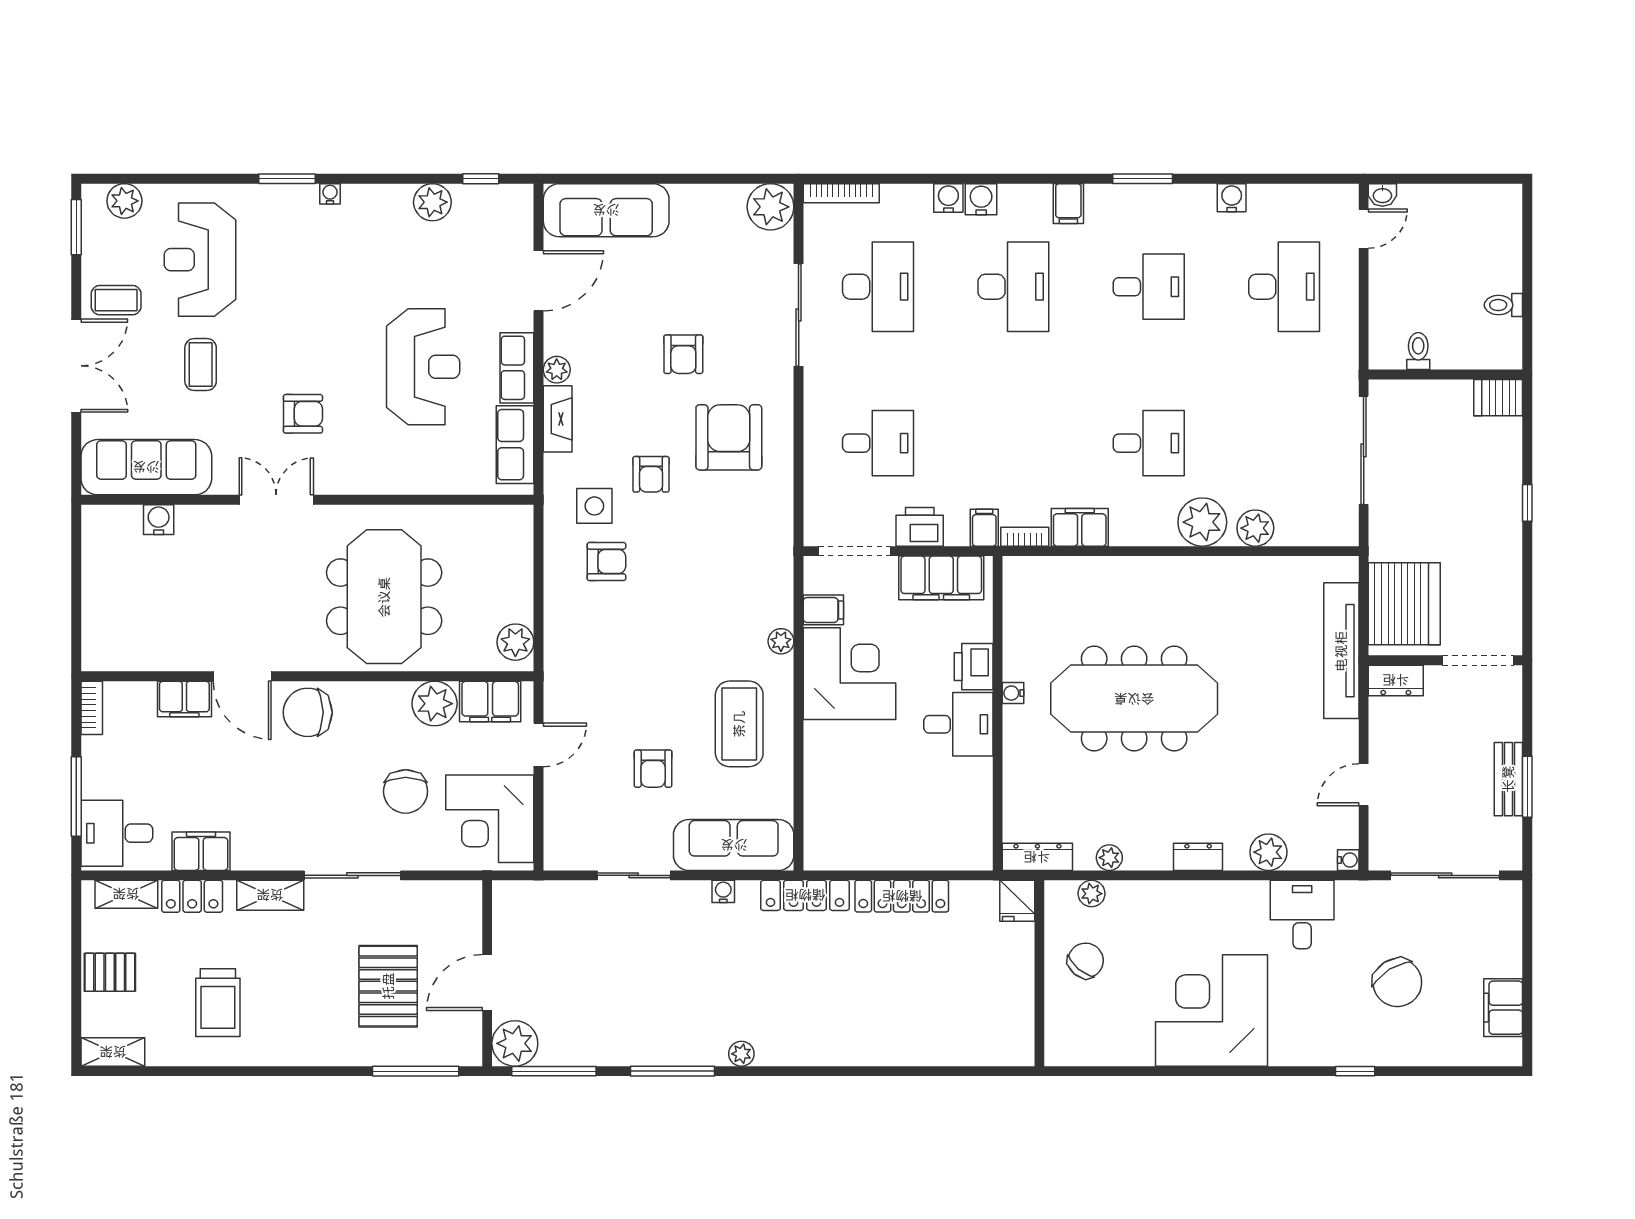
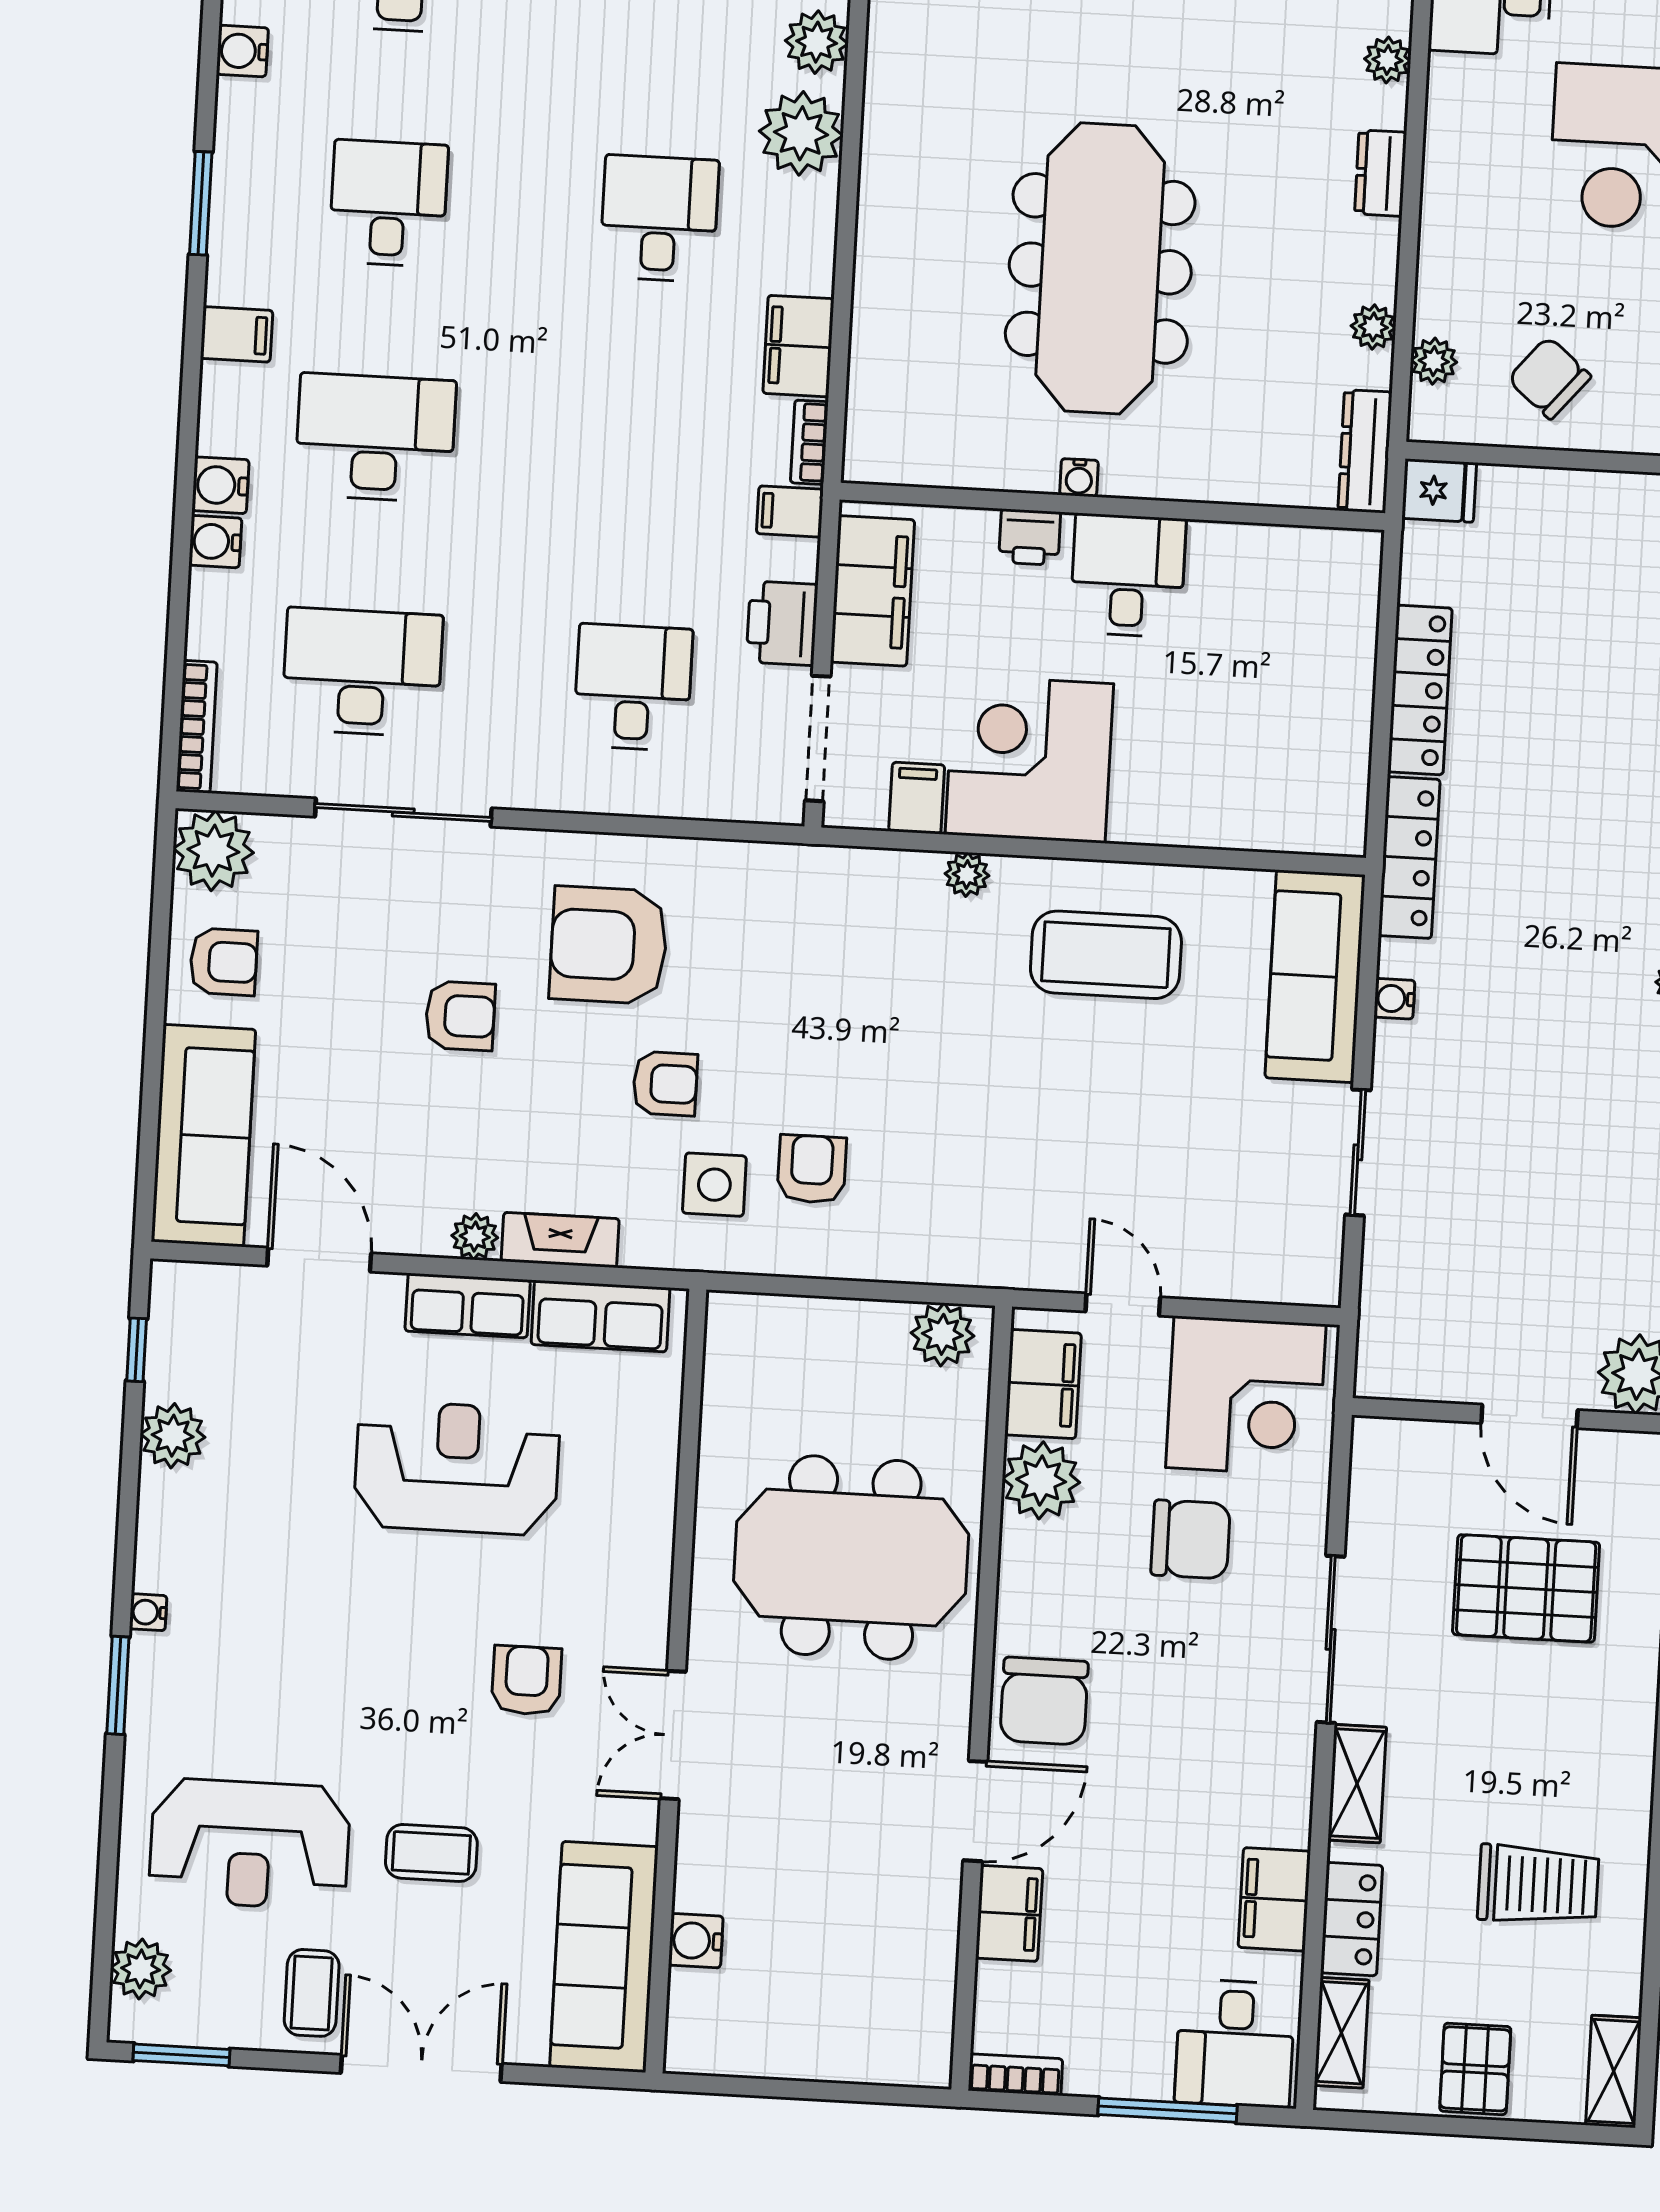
printer: (974, 667) -> (1030, 537), width x0.73, depth x0.81
armchair: (653, 769) -> (224, 962), moved
plant: (1268, 852) -> (1387, 60), width x0.73, depth x0.73

